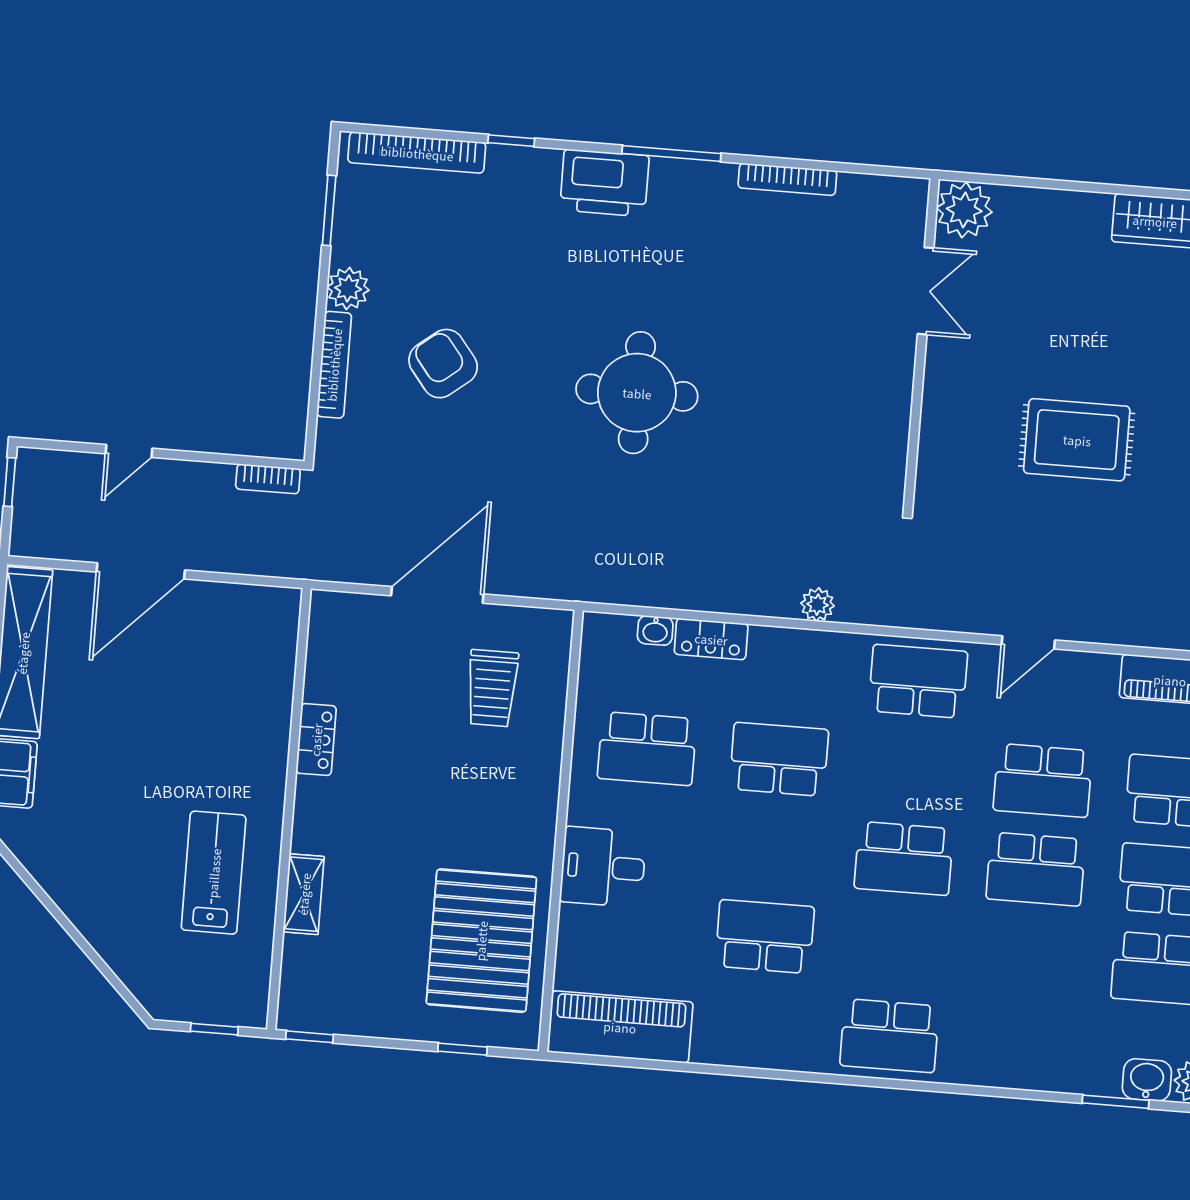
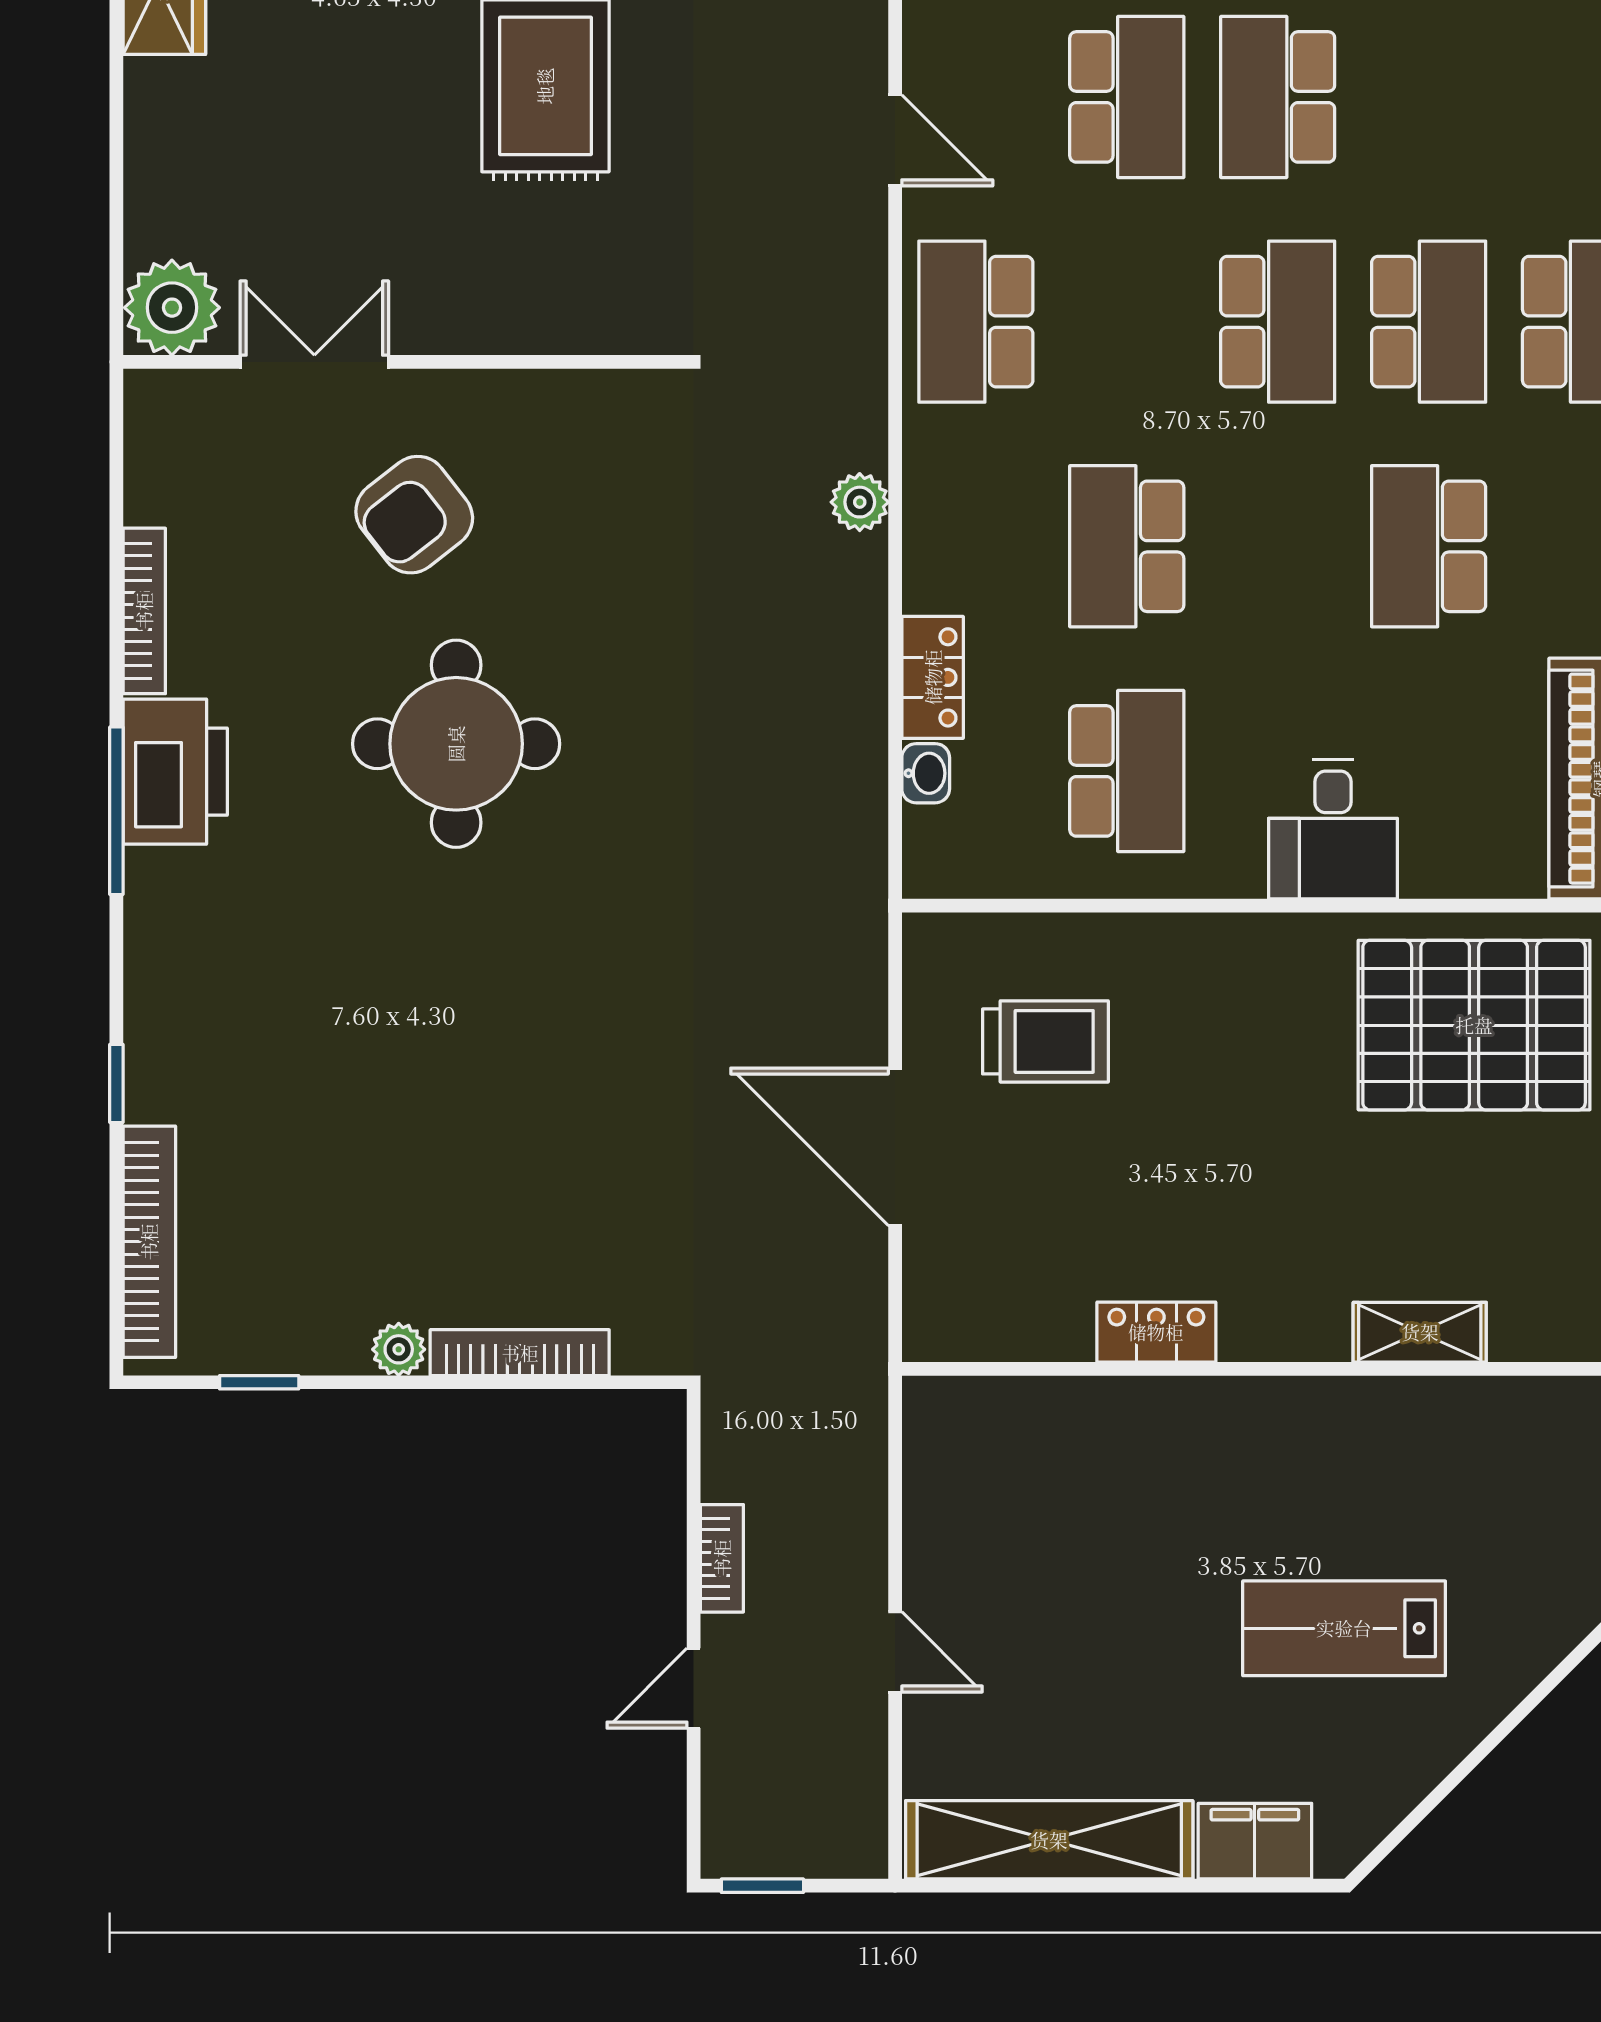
printer: (604, 183) -> (175, 772), moved
window: (329, 210) -> (259, 1382), width x0.67
plant: (348, 288) -> (399, 1349), width x0.73, depth x0.73
armchair: (443, 364) -> (414, 515), moved
round table: (637, 393) -> (456, 744), moved
door: (129, 451) -> (694, 1688), swing flipped
bookcase: (268, 479) -> (722, 1558), moved
door: (141, 571) -> (895, 1652), width x0.53
school desk: (1036, 869) -> (1278, 97), turned 180
lab bench: (214, 873) -> (1344, 1628), moved
school desk: (897, 947) -> (1429, 322), added

